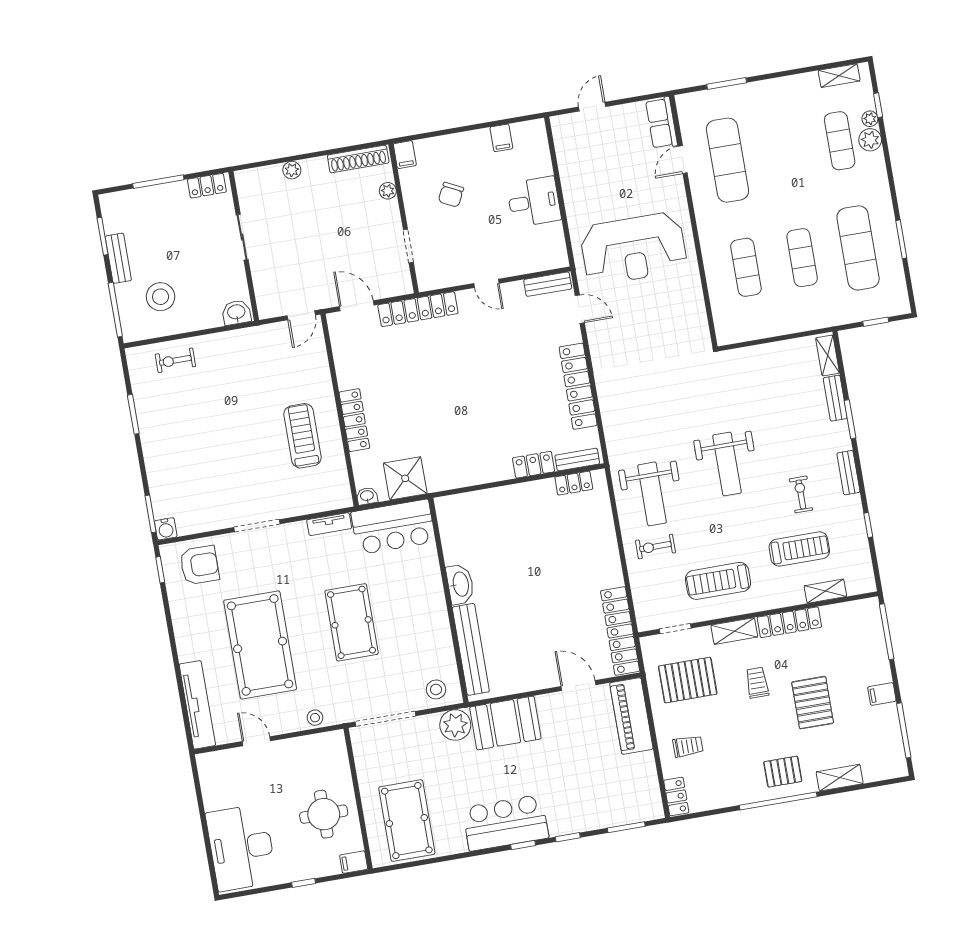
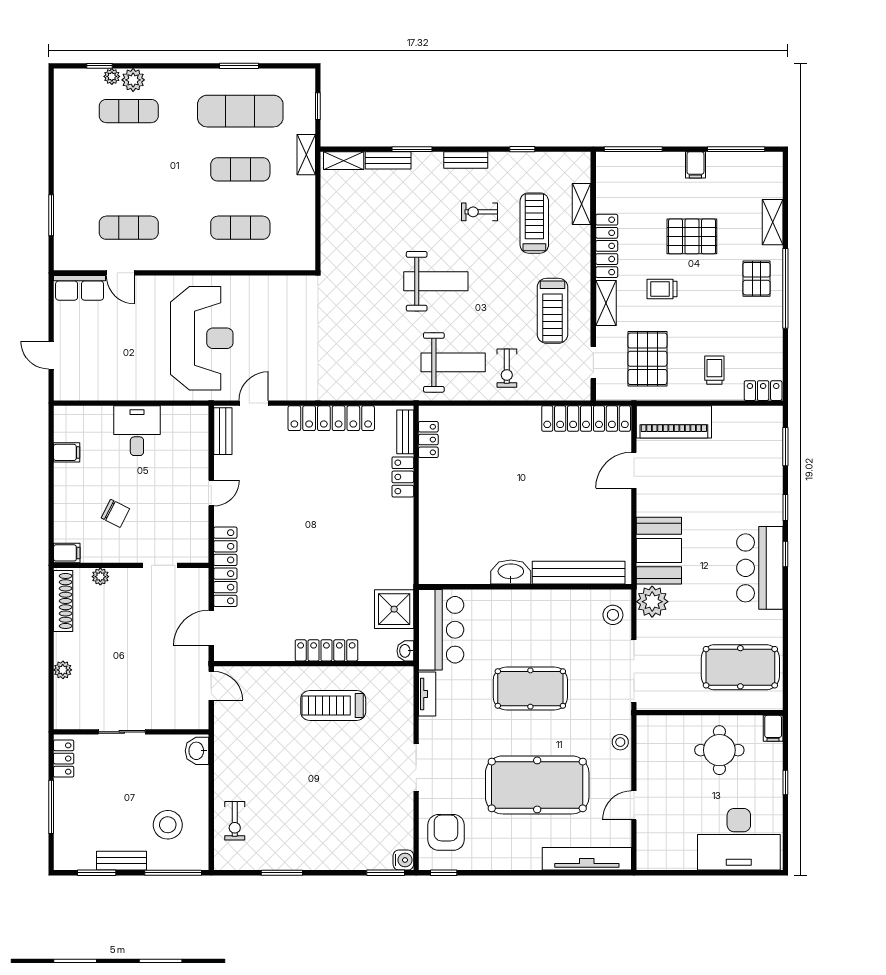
shelving: (839, 76) -> (306, 155), moved
exercise mat: (727, 160) -> (129, 228), width x0.73, depth x0.69

